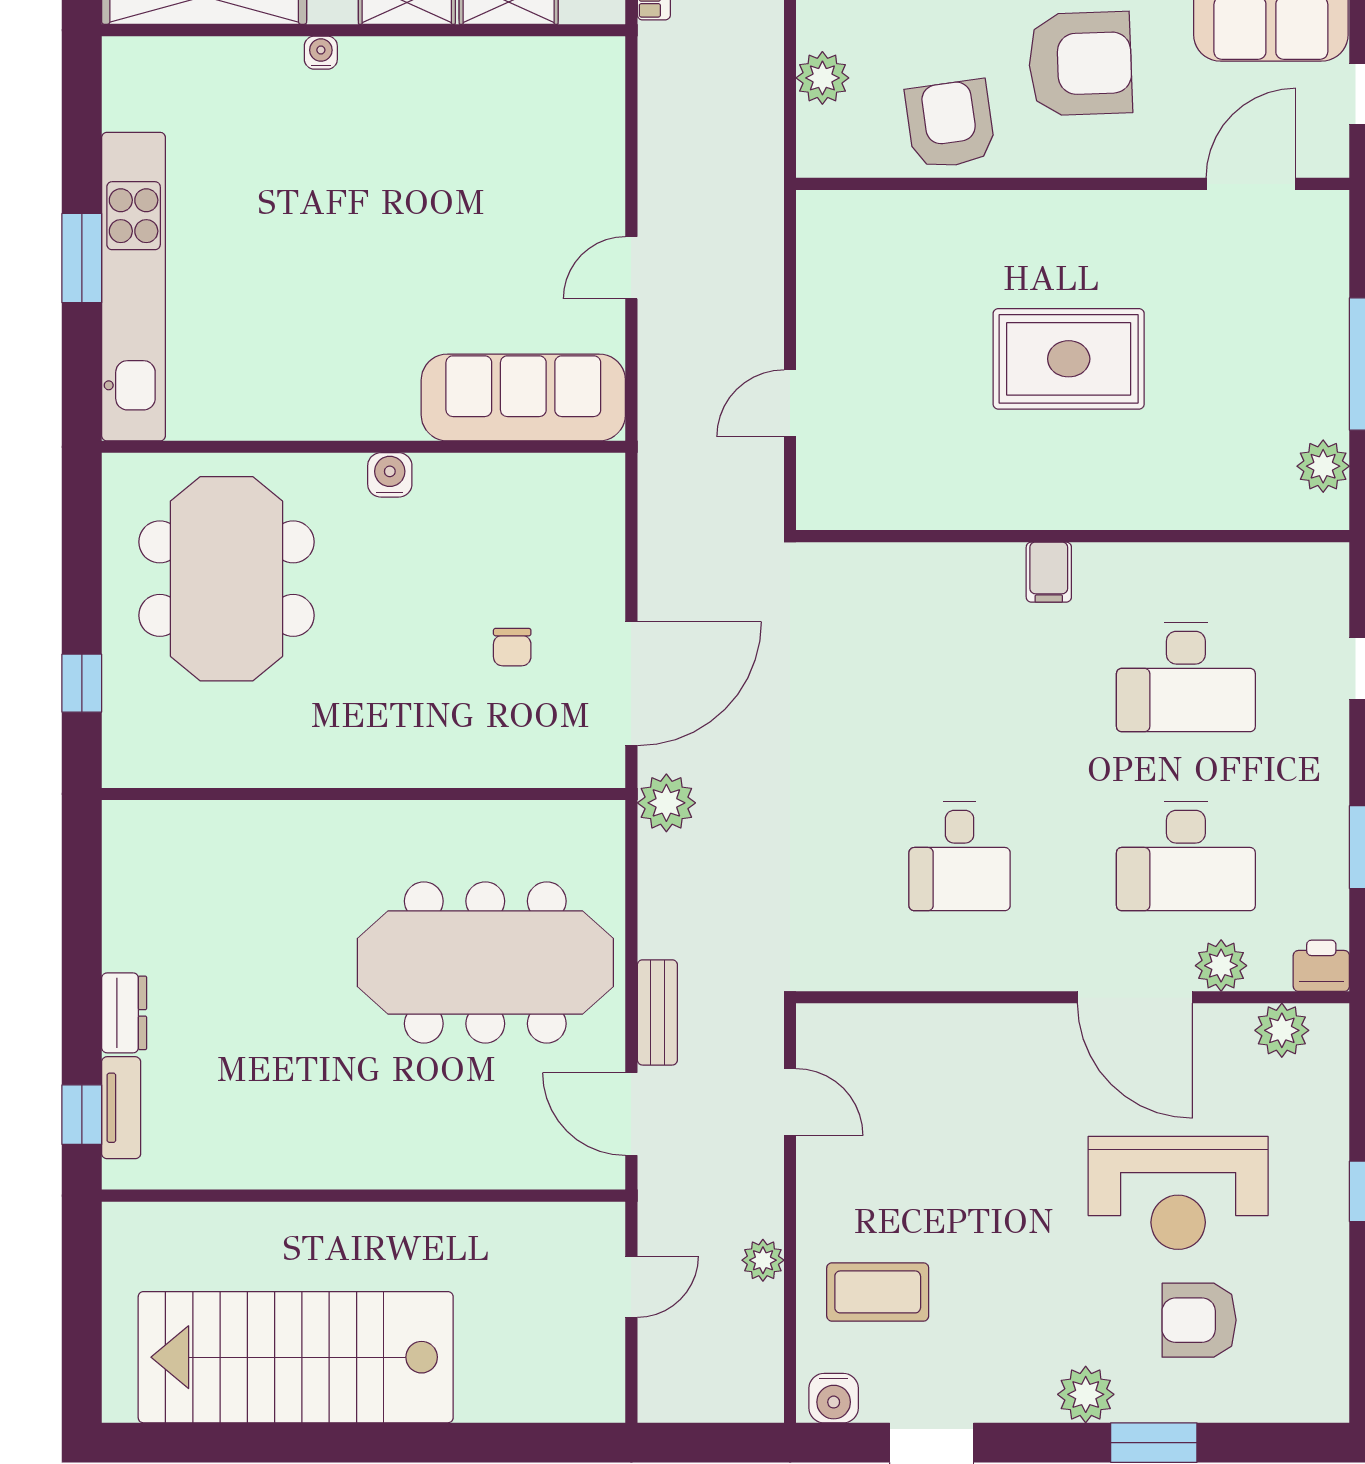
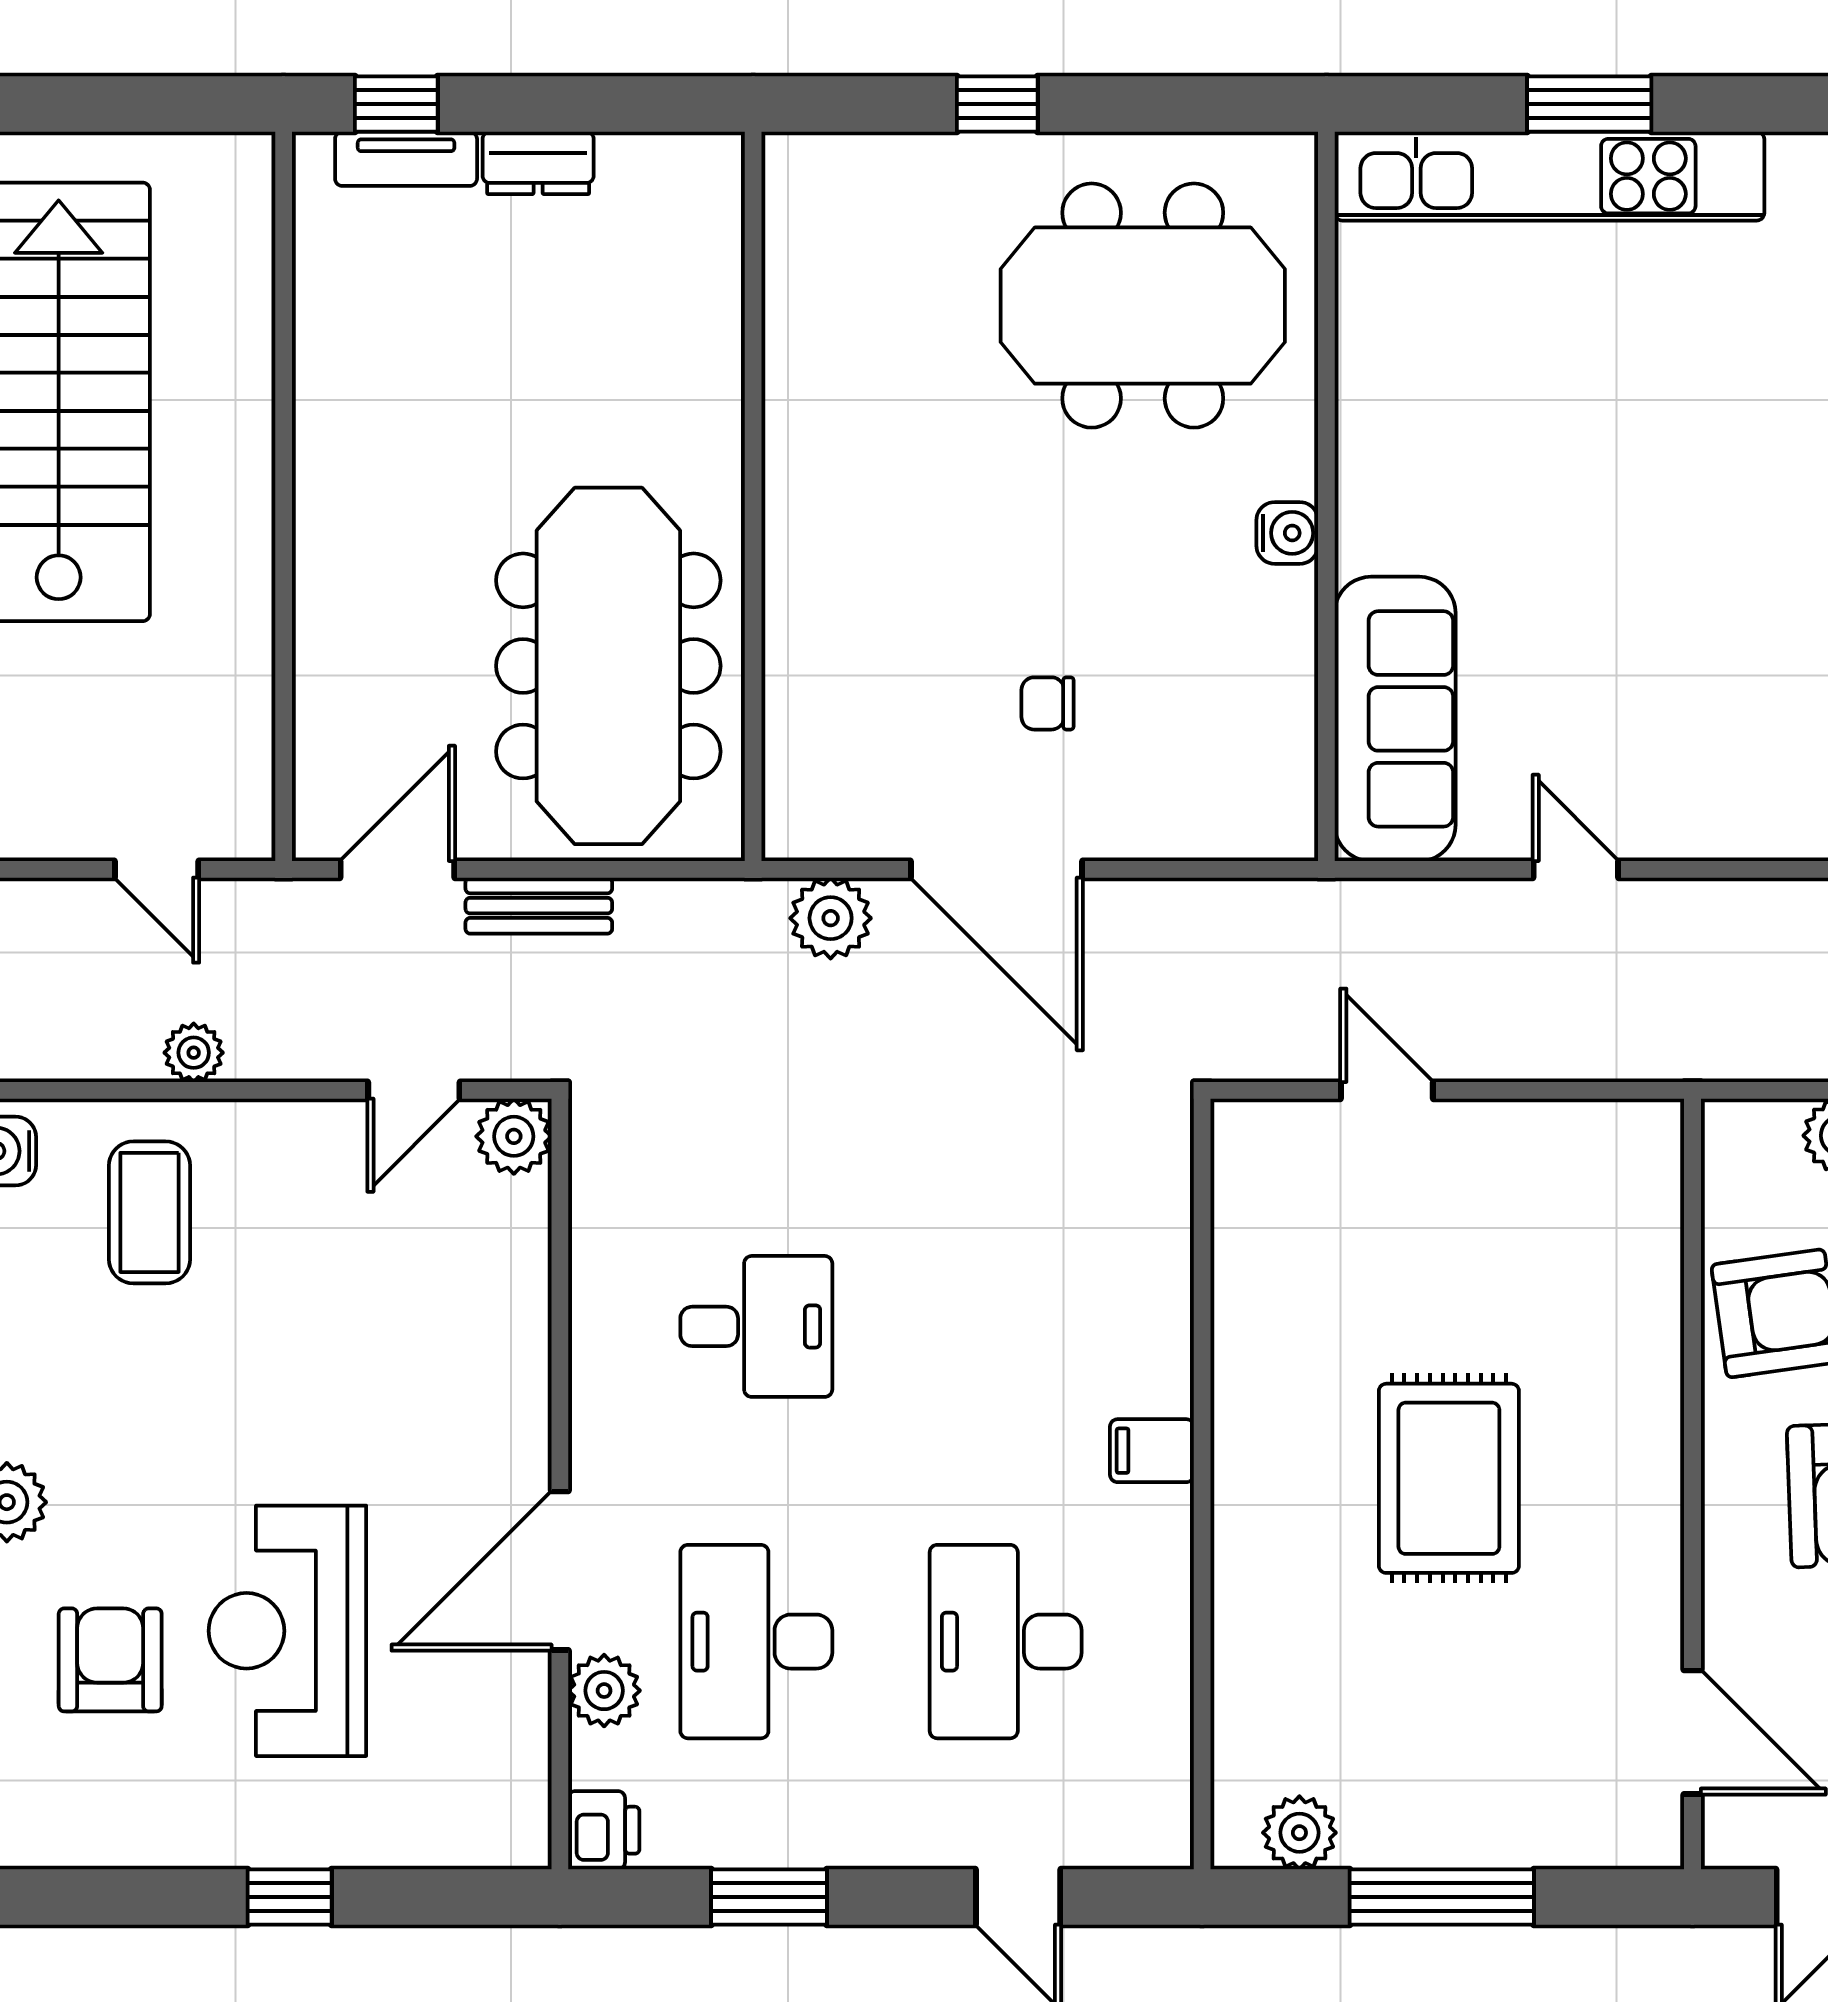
wall: (364, 794) -> (753, 496), moved
desk: (960, 856) -> (756, 1326), turned 180
plant: (1282, 1030) -> (514, 1136), moved

